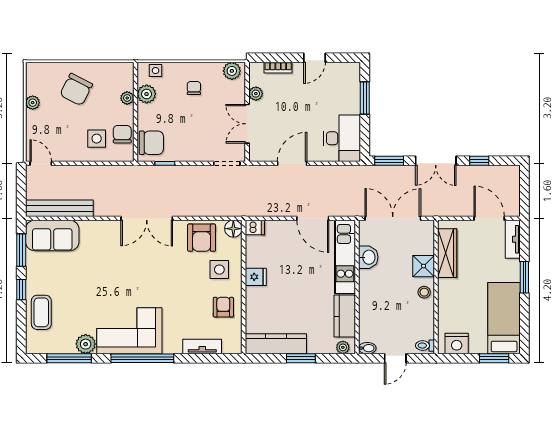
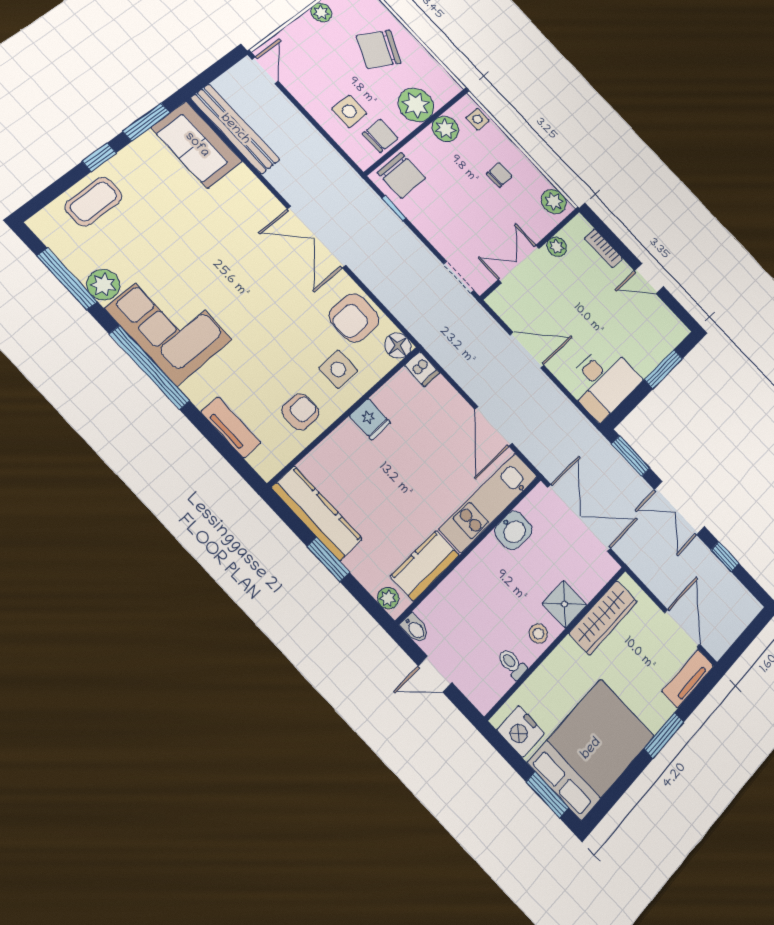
plant: (127, 98) -> (416, 105), width x1.87, depth x1.87
bed: (504, 318) -> (591, 749), width x1.50
toilet: (425, 346) -> (512, 664), moved

